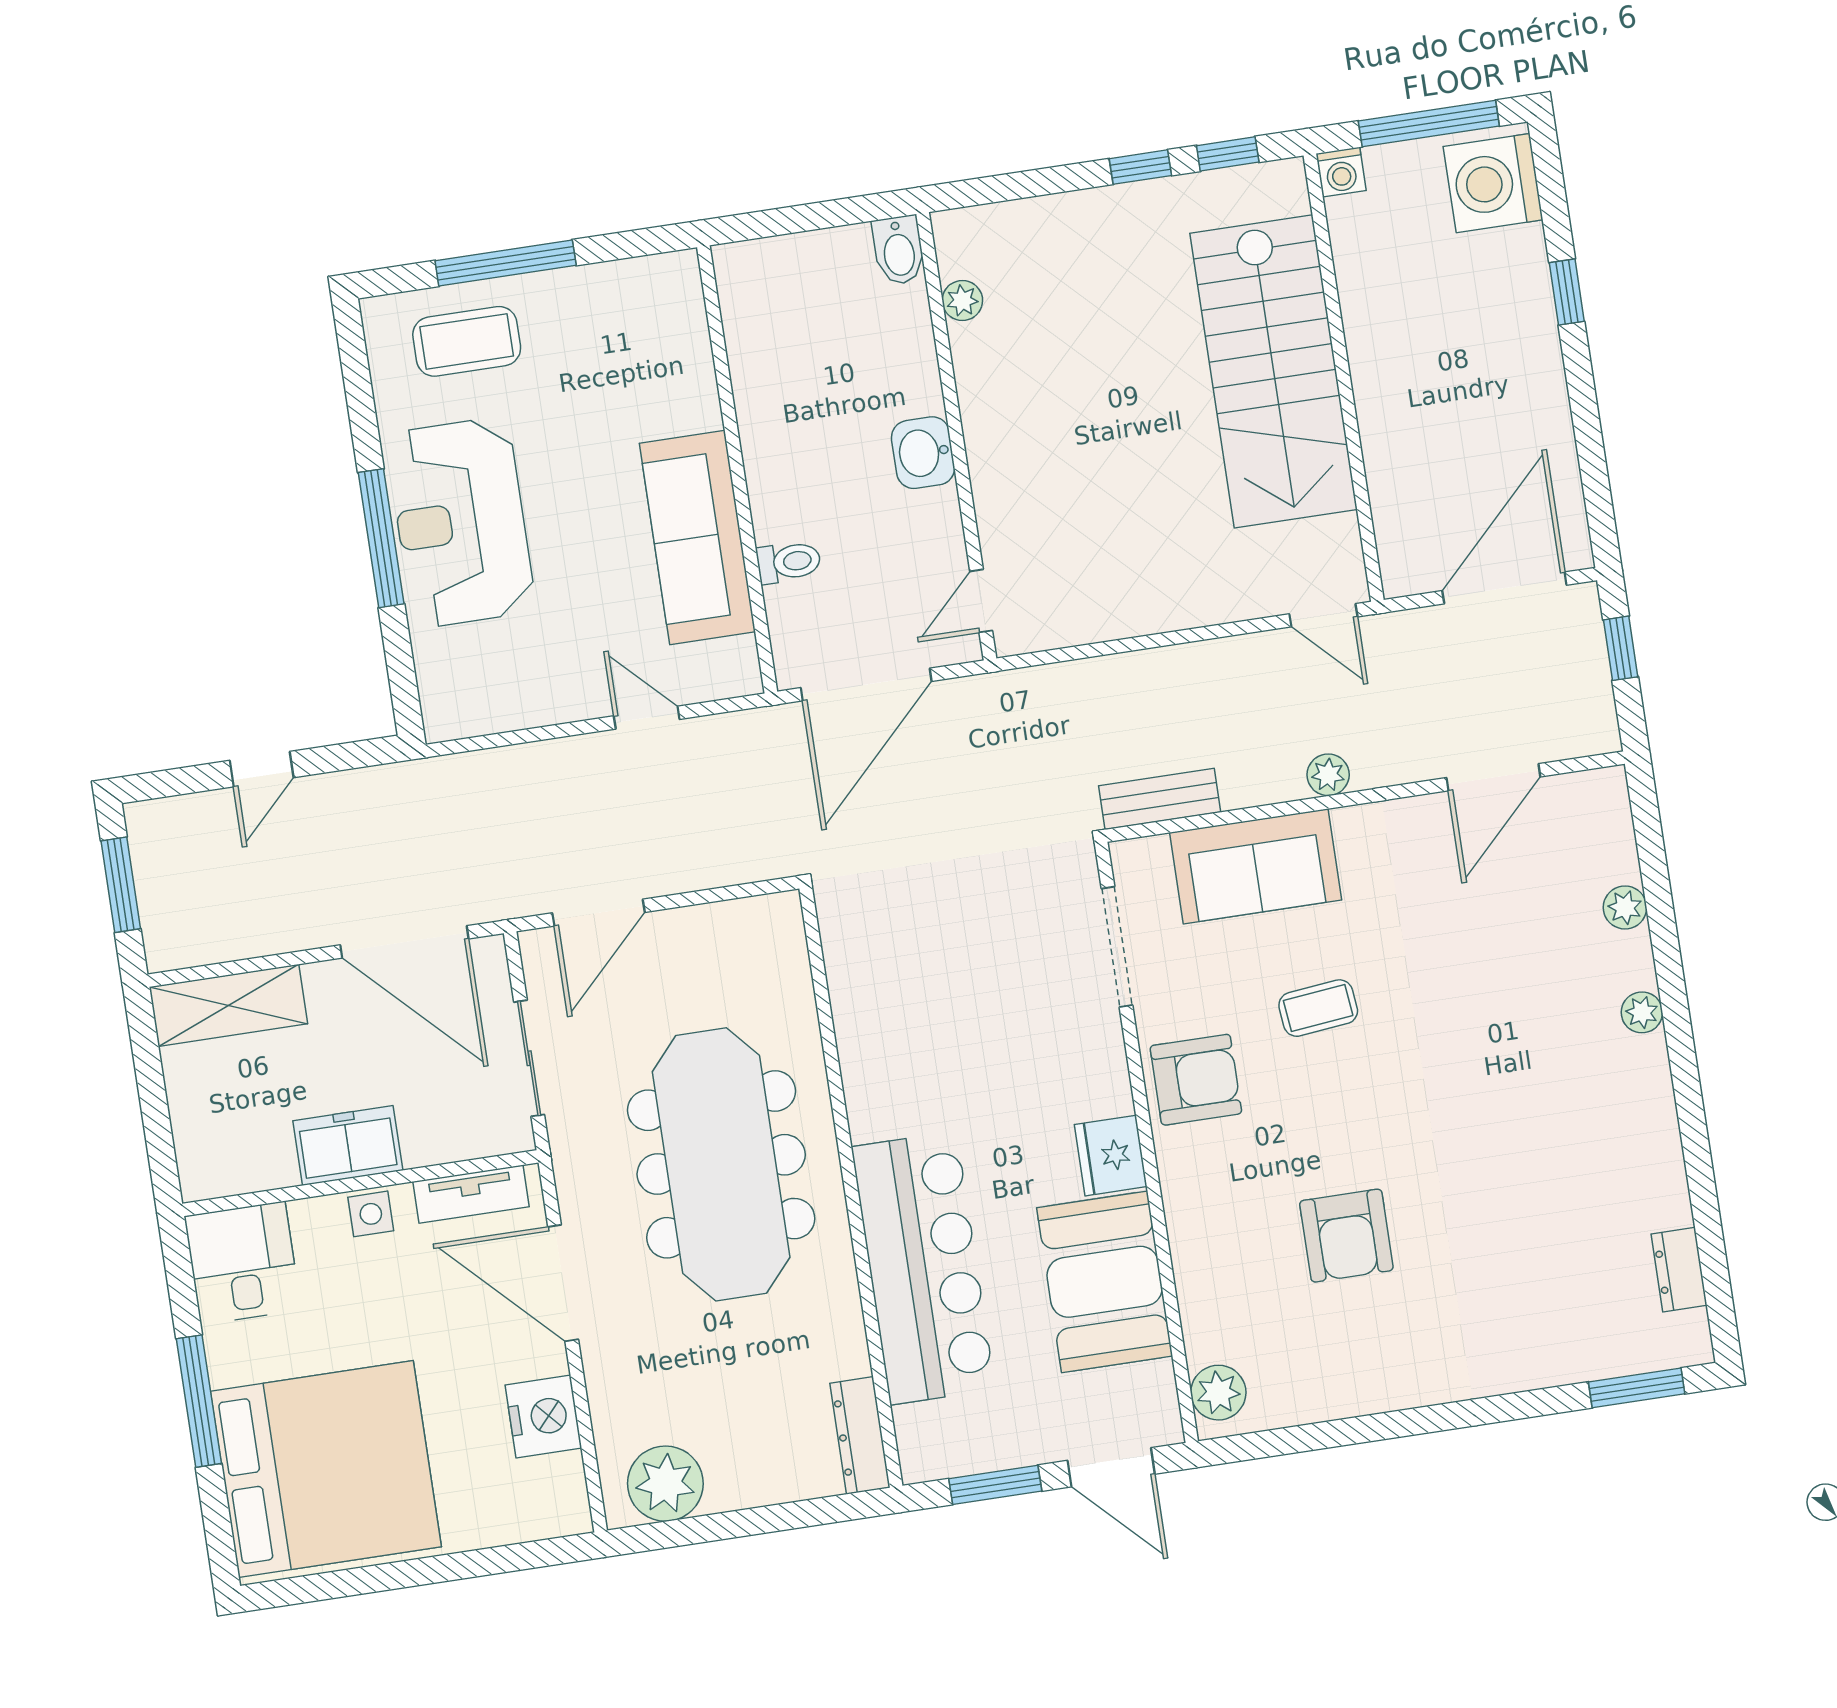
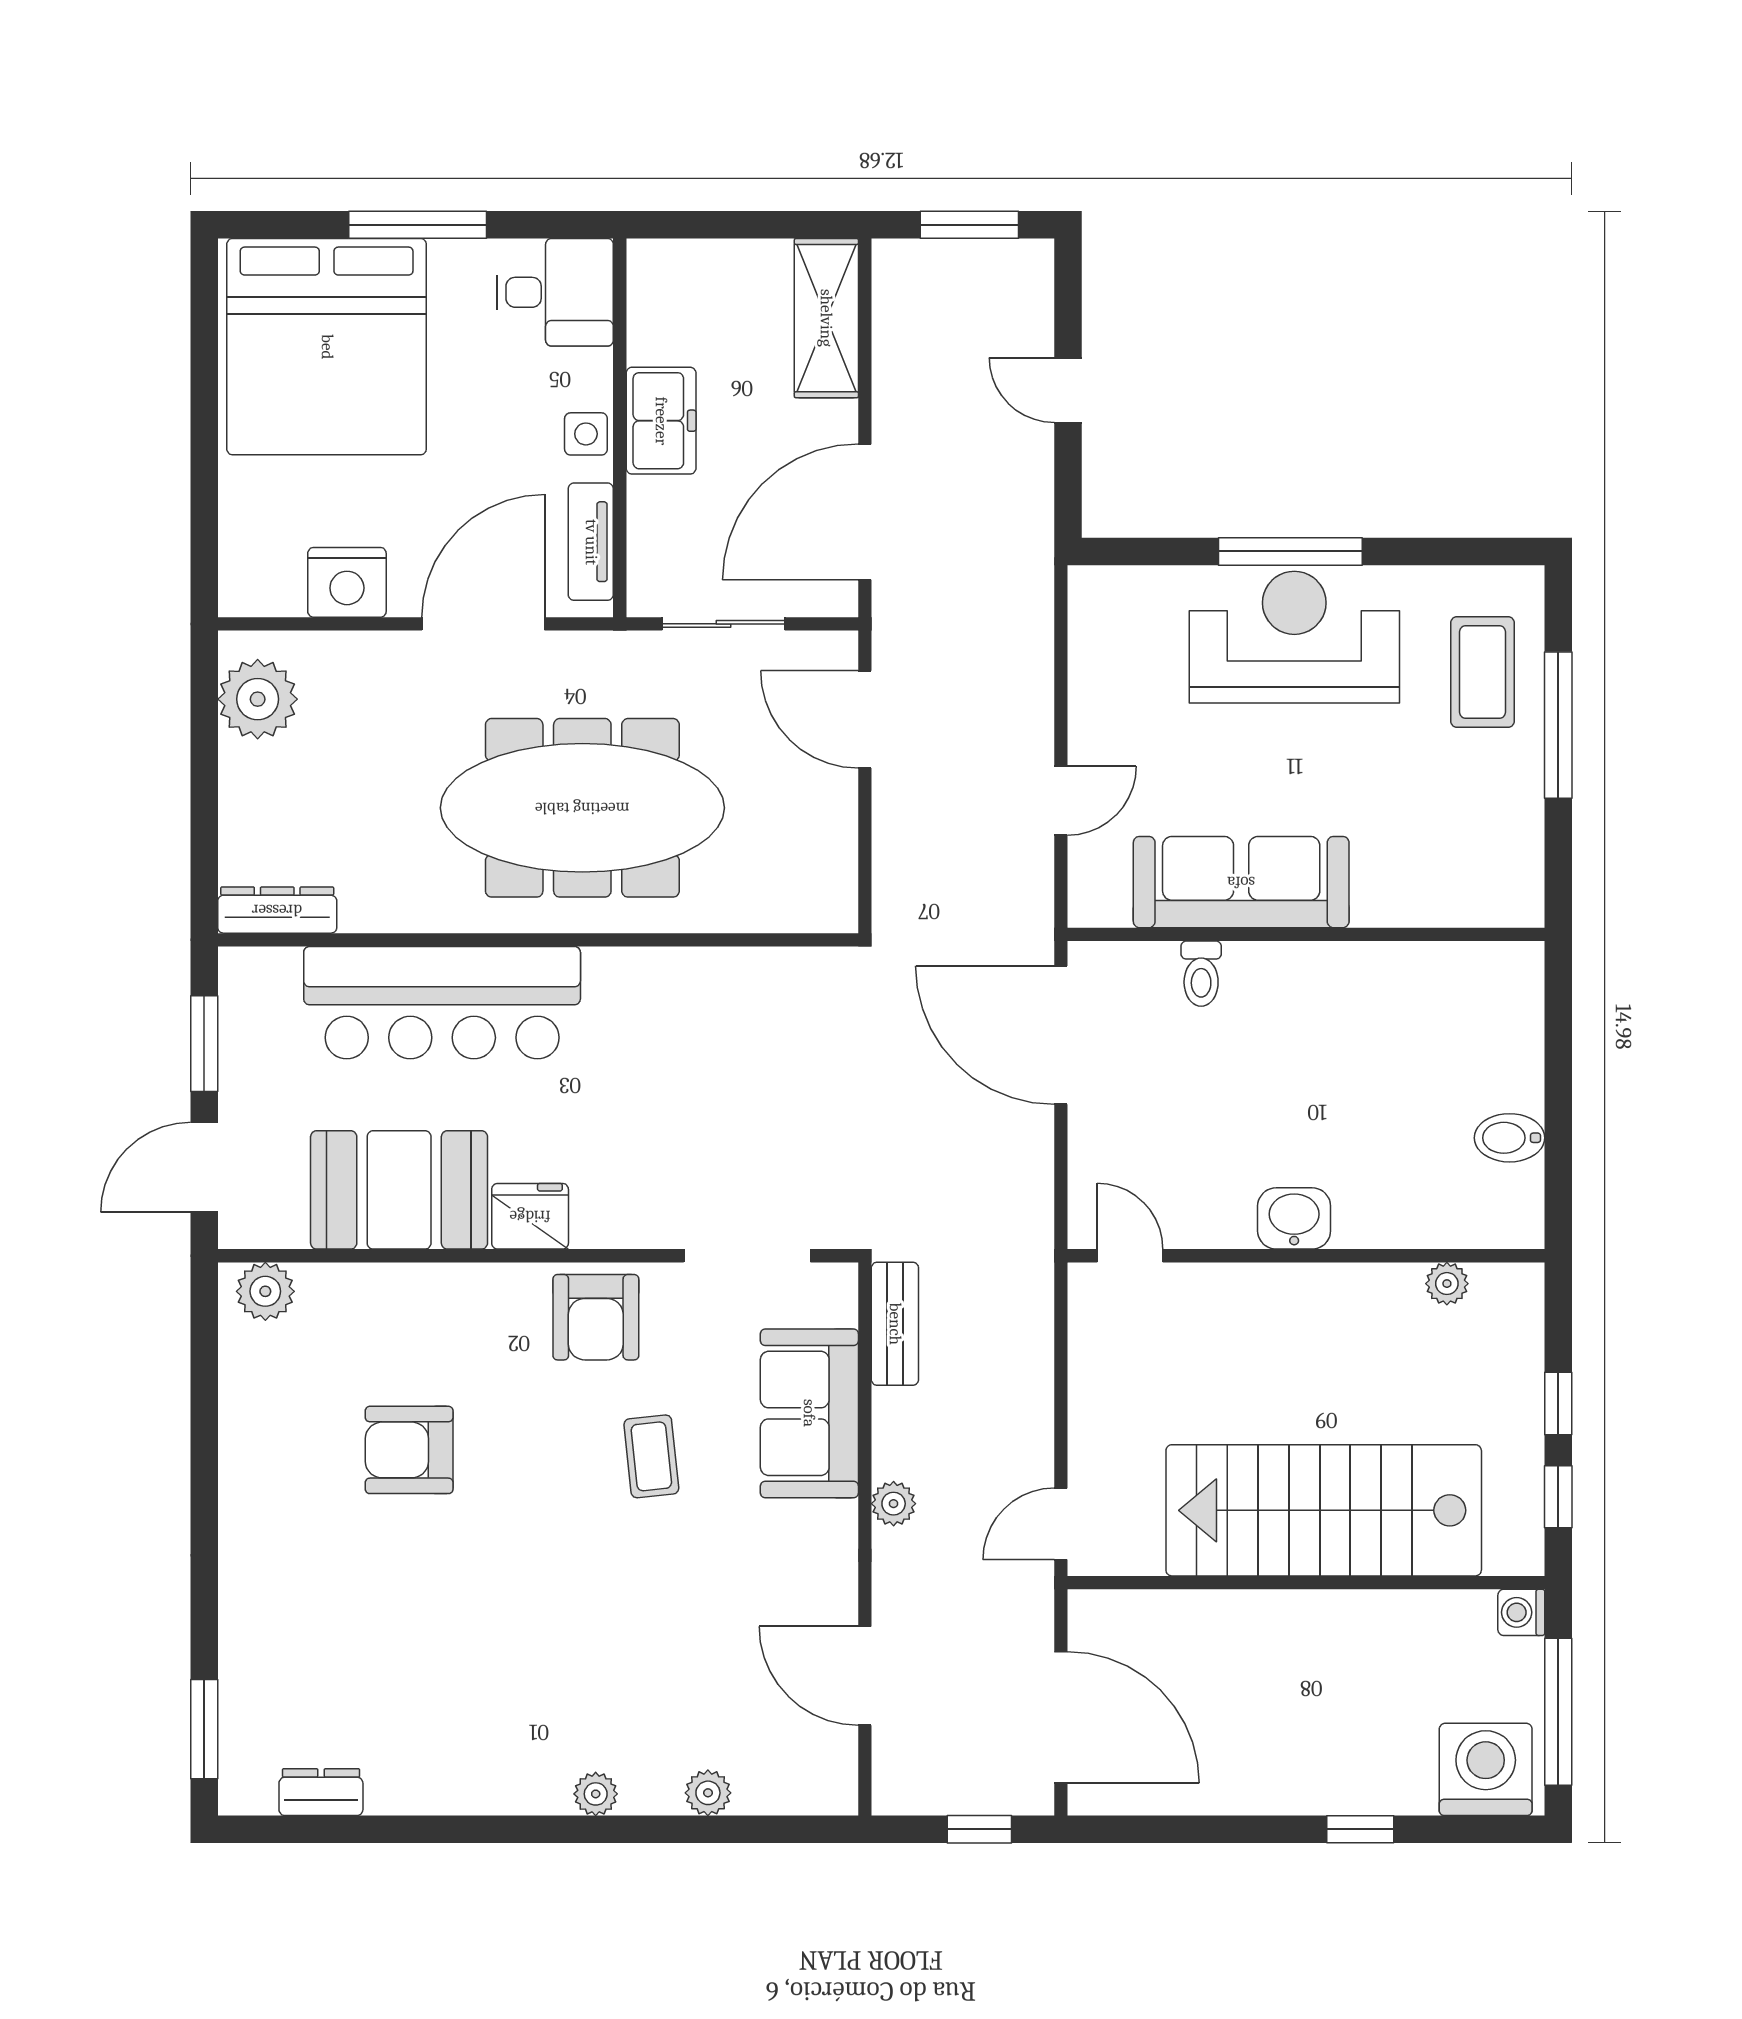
plant: (962, 301) -> (1447, 1284), moved
wall: (956, 436) -> (1306, 1256), moved
washbasin: (923, 453) -> (1294, 1218), moved
door: (981, 601) -> (1130, 1256), moved

